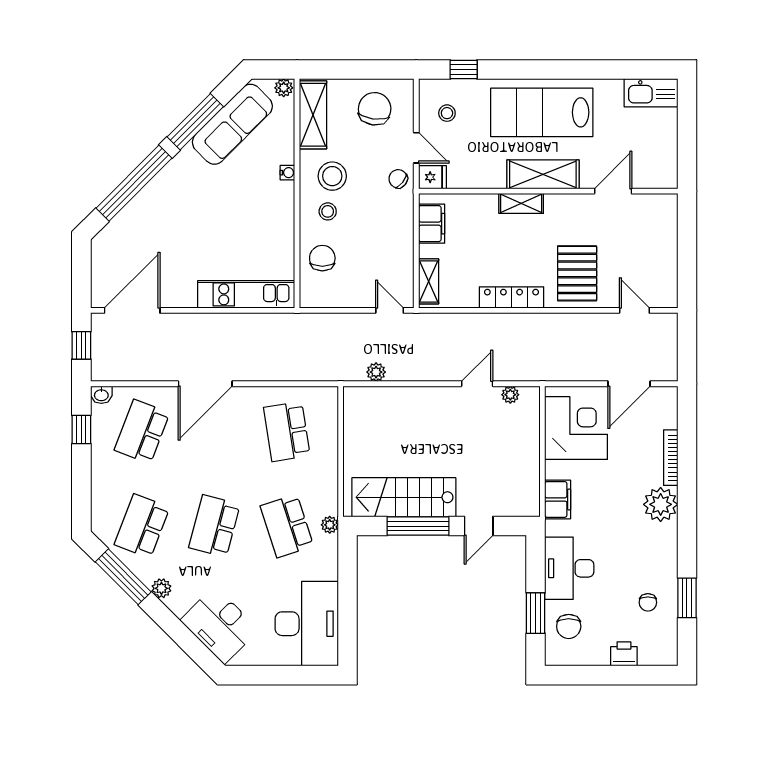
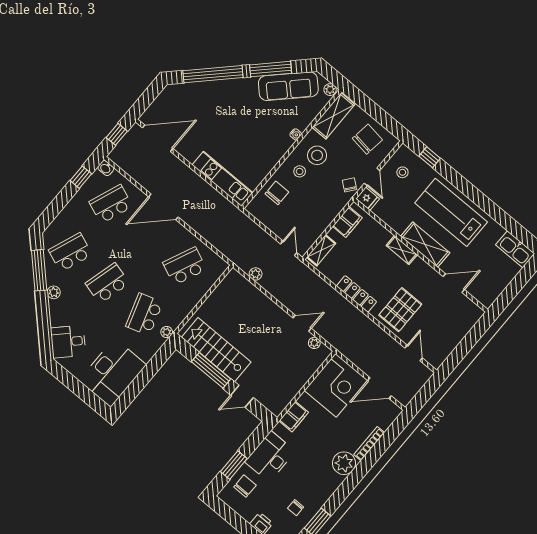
school desk: (287, 432) -> (185, 266), turned 33
desk: (220, 625) -> (68, 342), width x0.73
chair: (569, 626) -> (245, 486), turned 180

